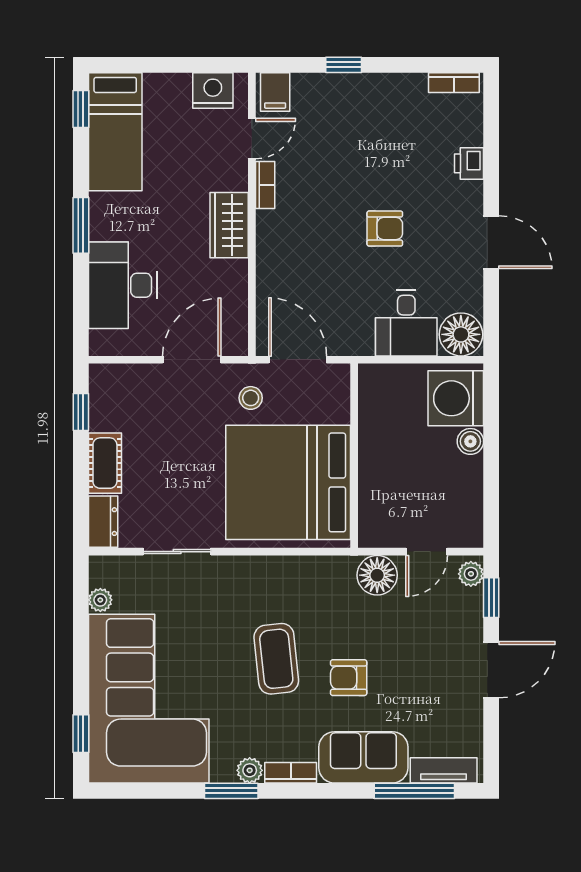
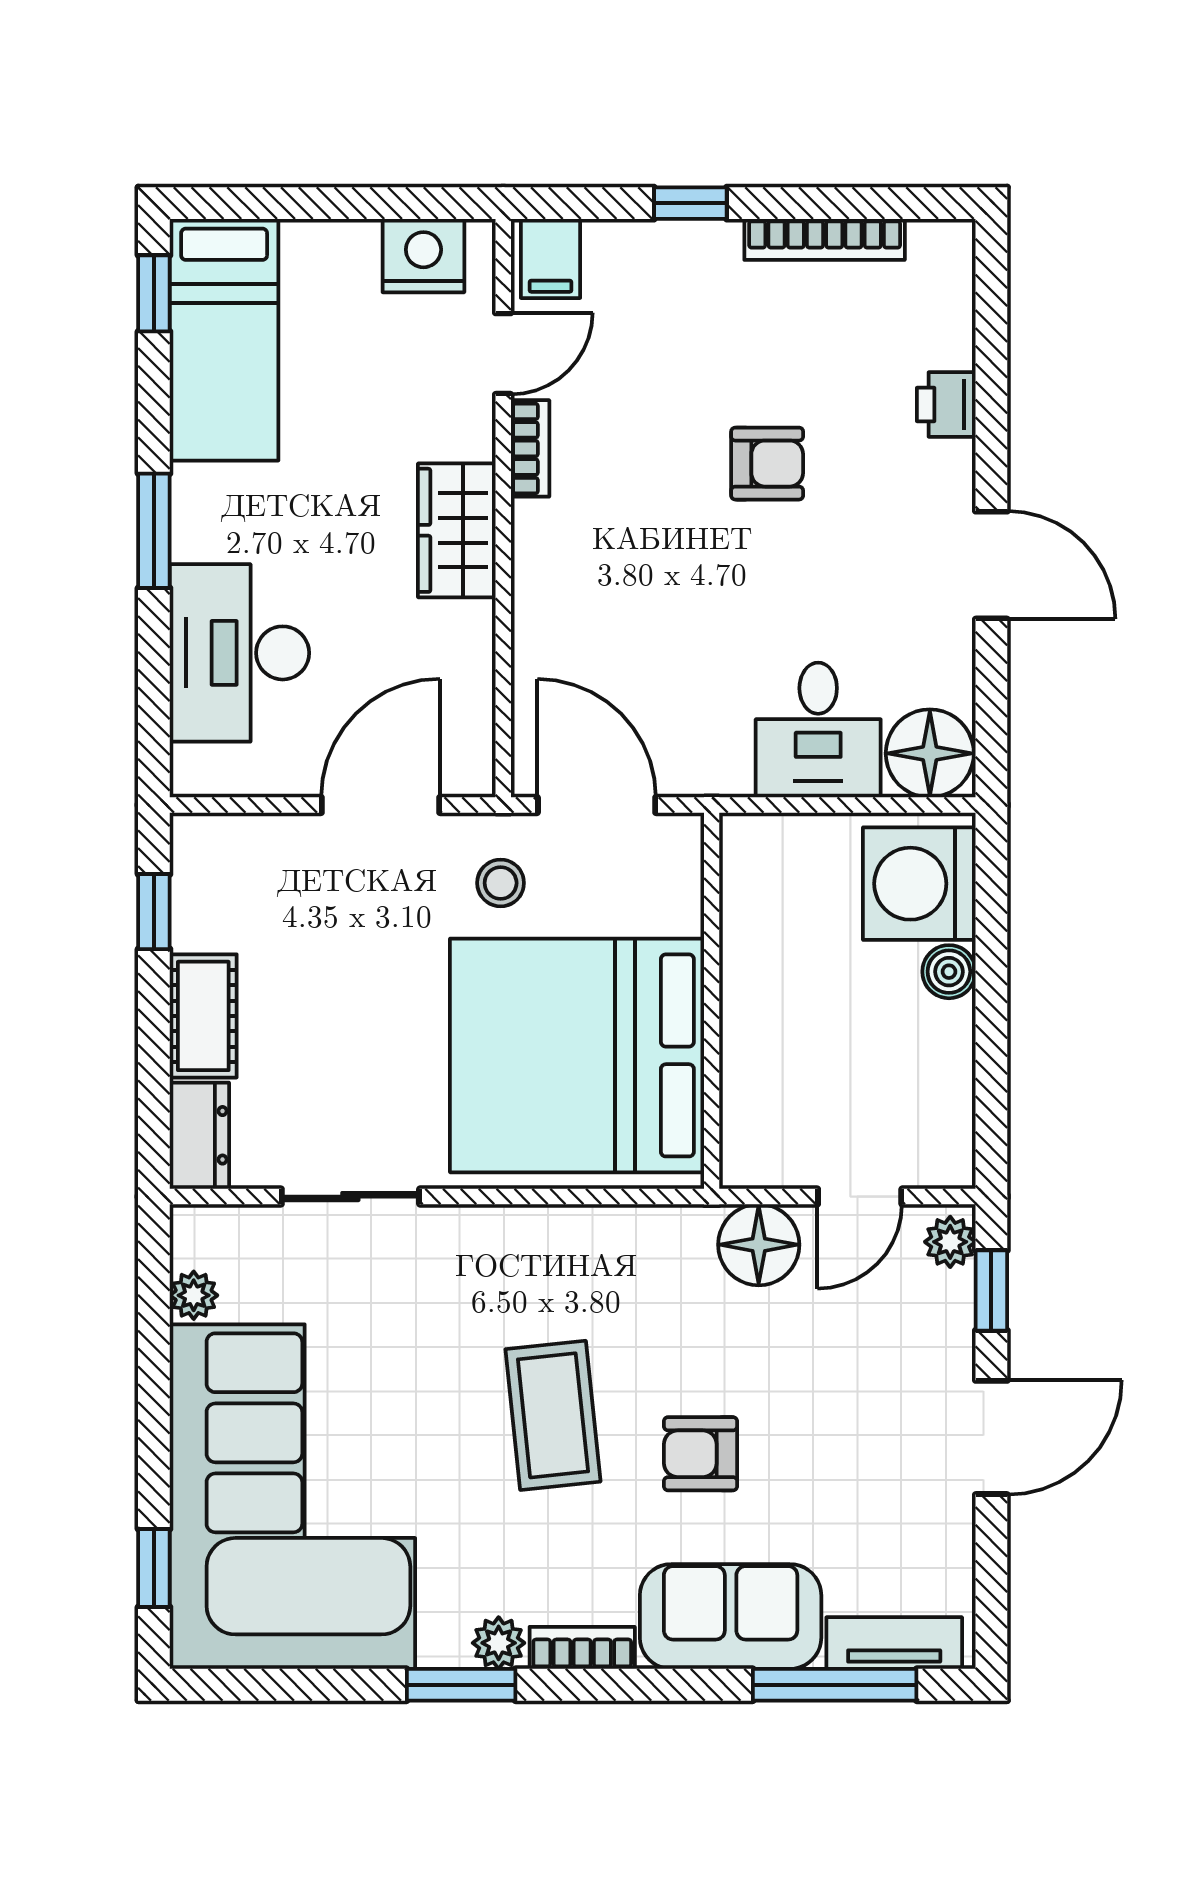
bookcase: (454, 83) -> (825, 239), moved, width x1.56
armchair: (385, 229) -> (767, 464), moved

